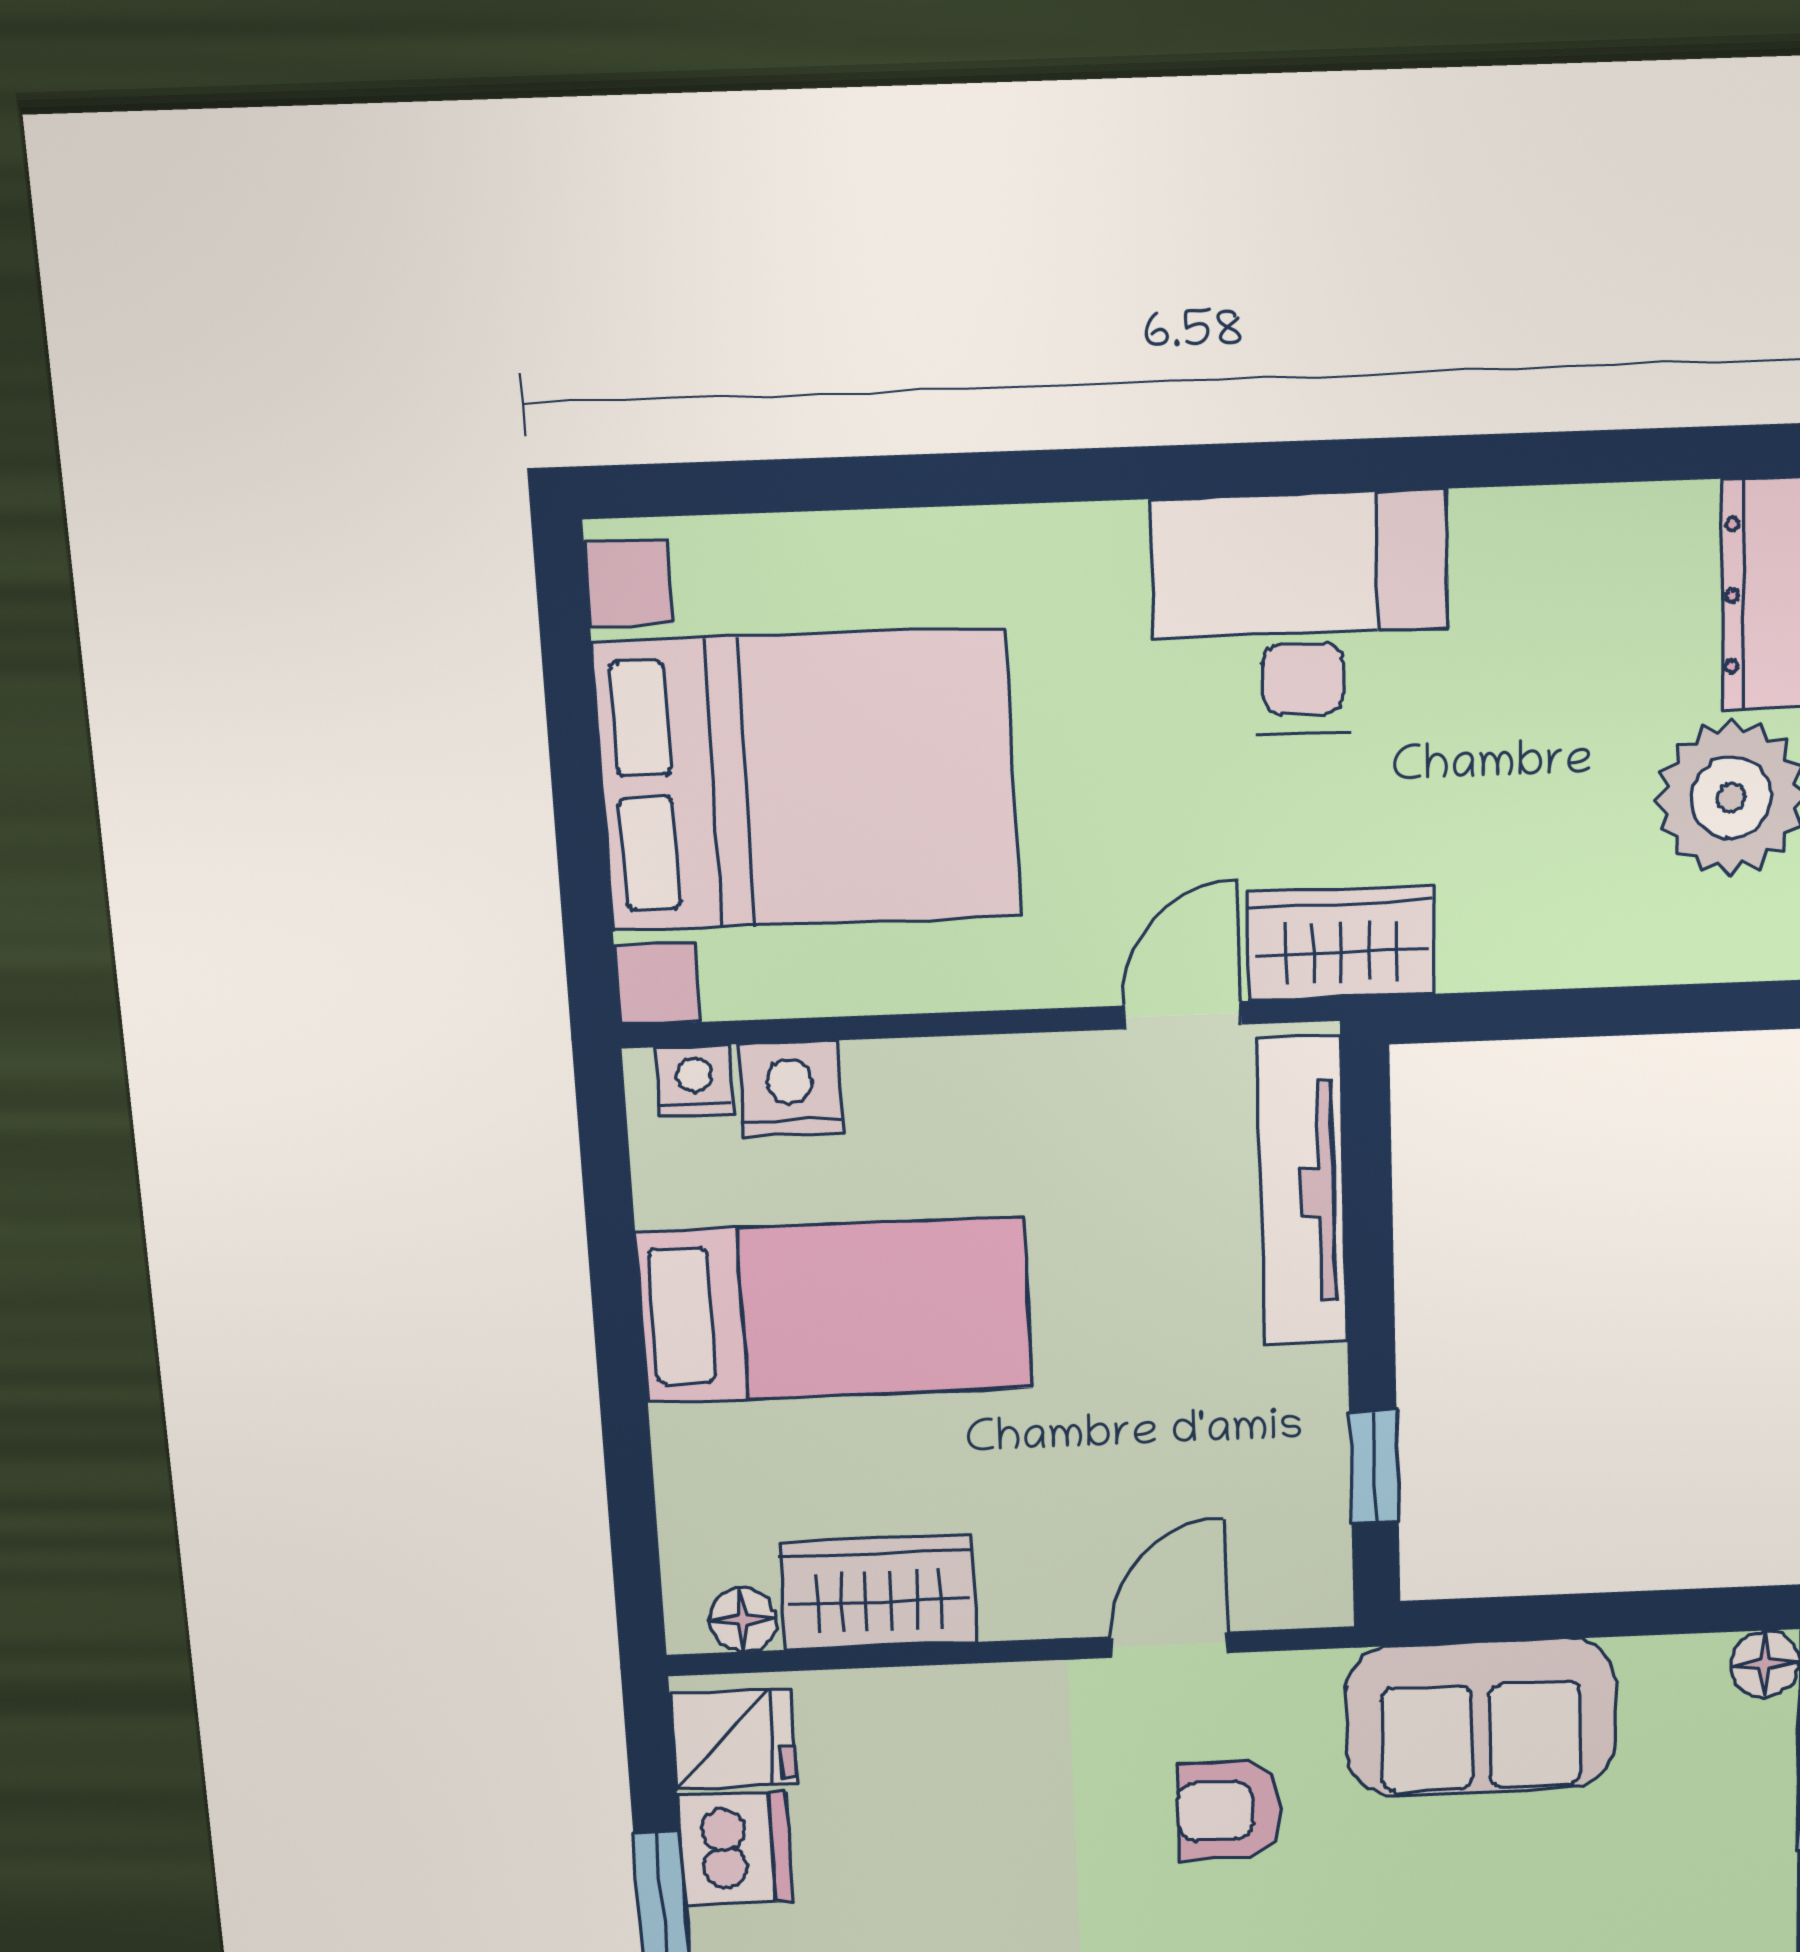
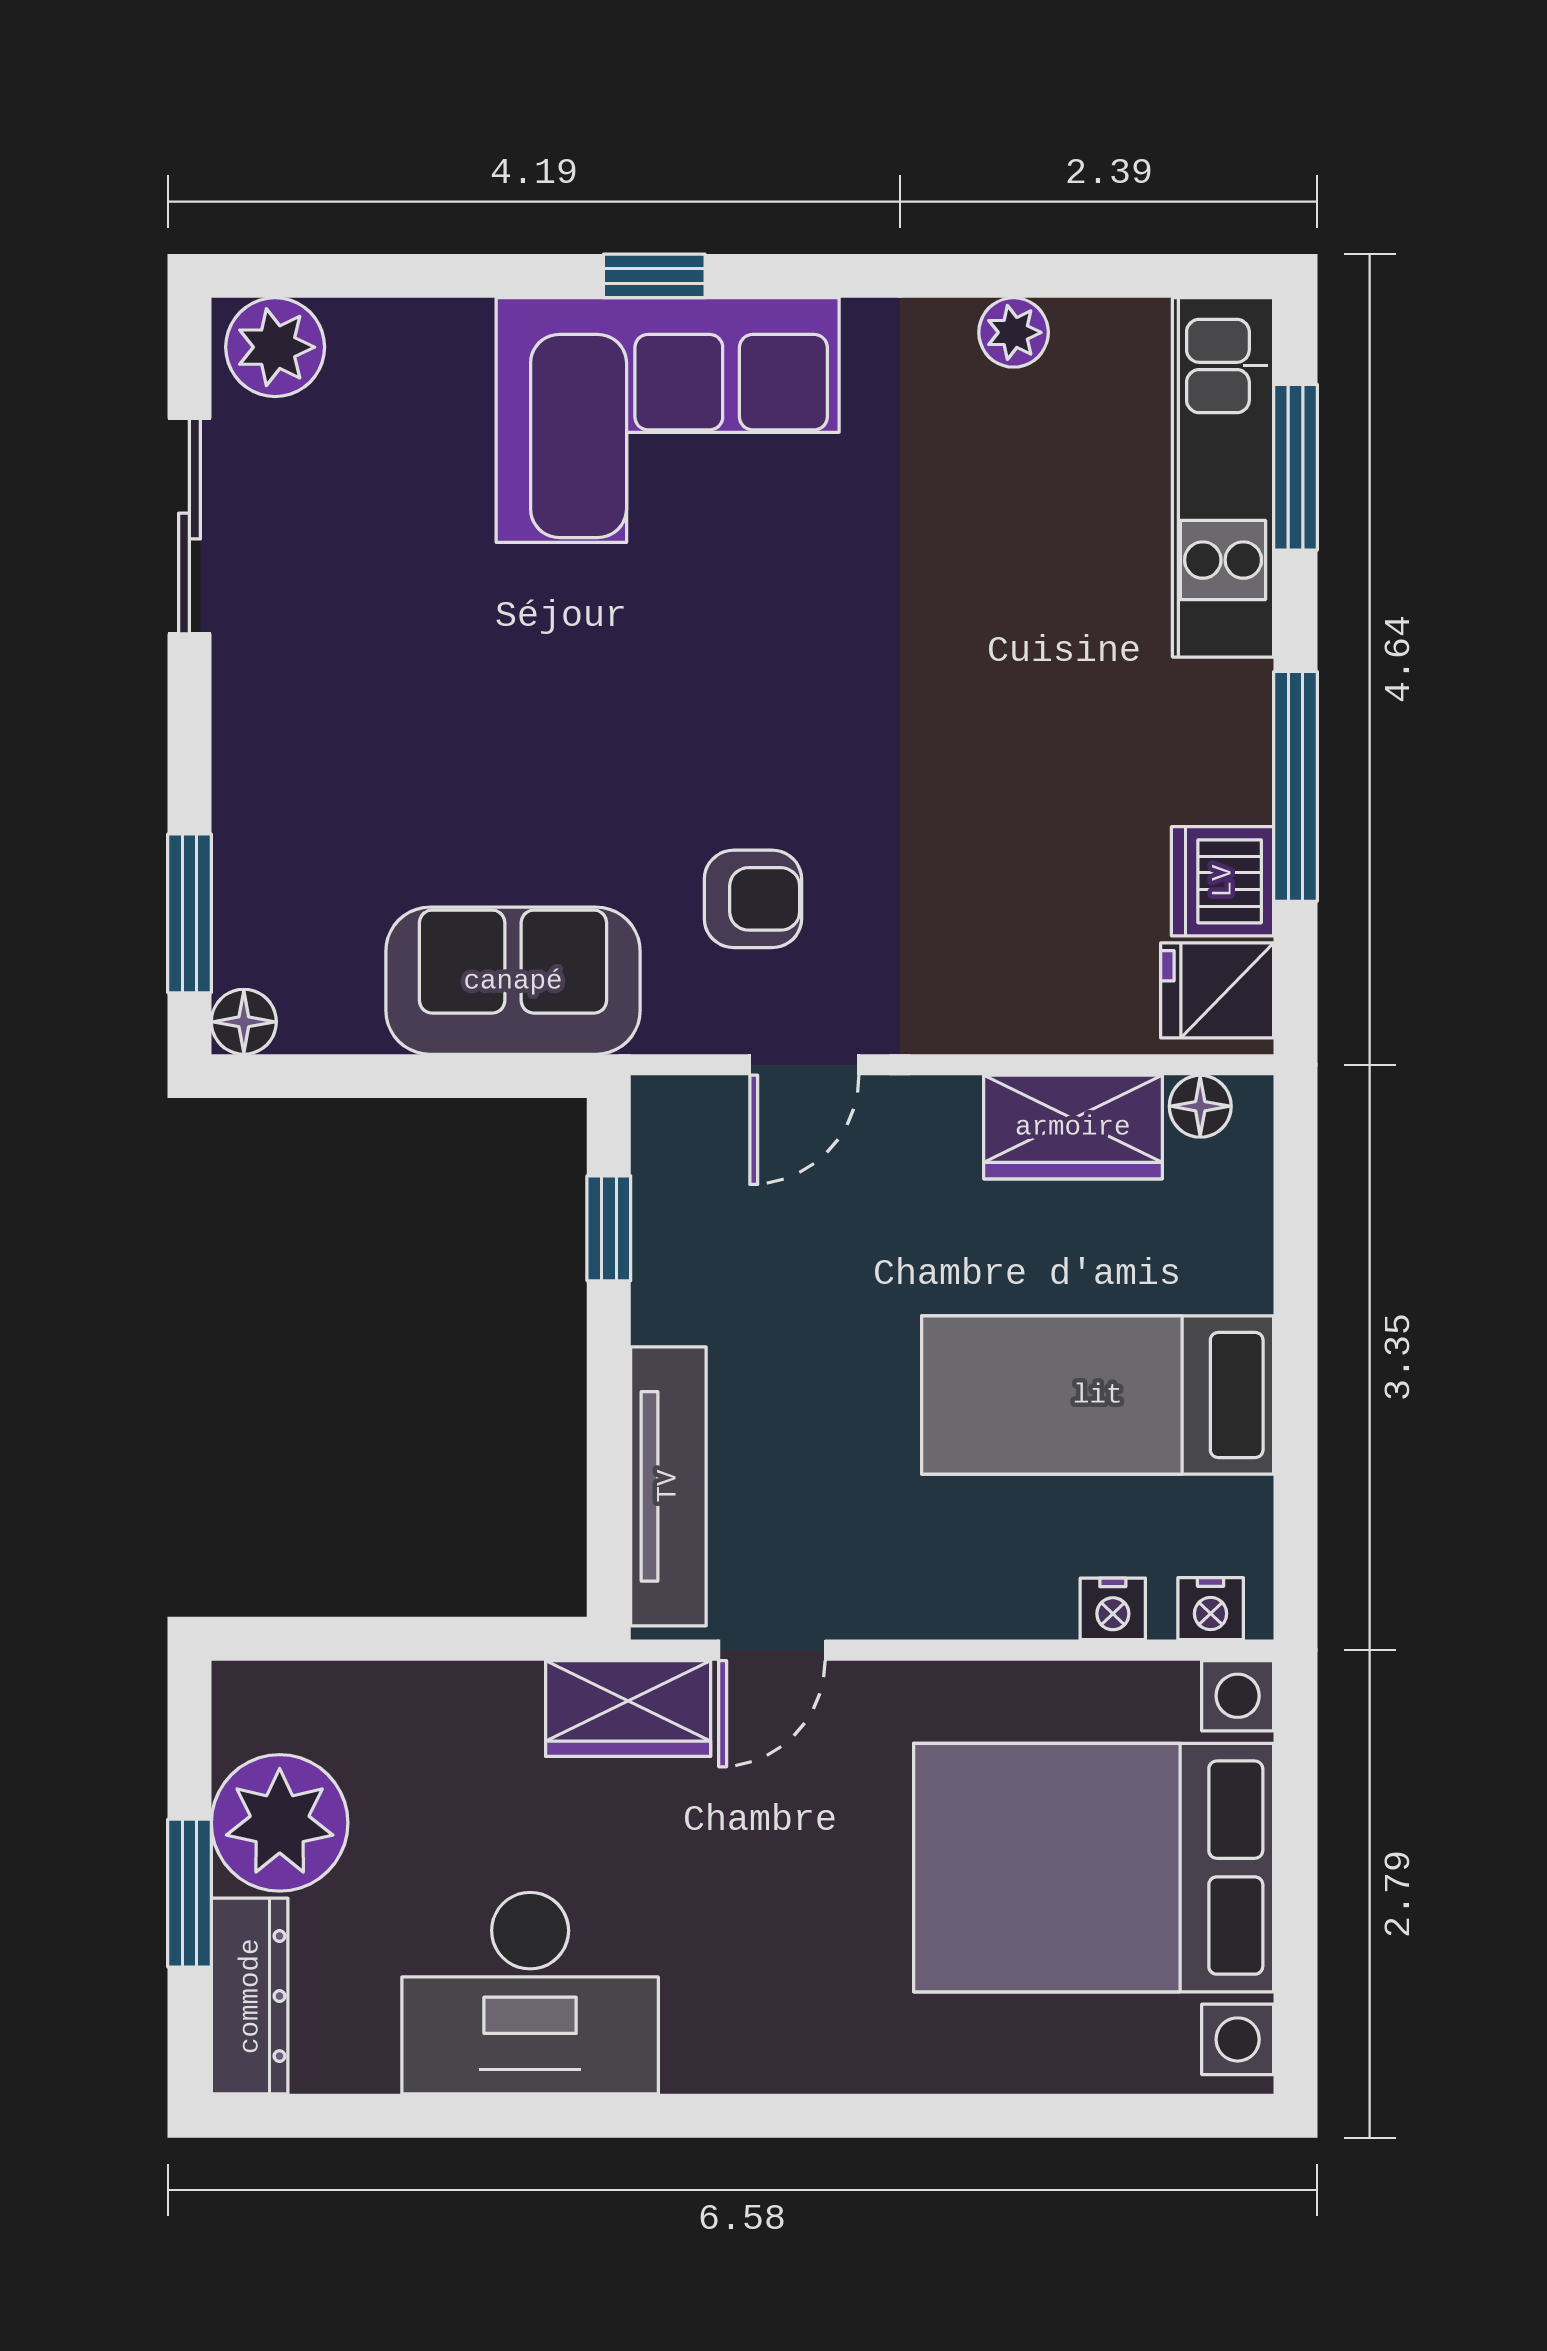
desk: (1301, 614) -> (530, 1993), moved
nightstand: (790, 1089) -> (1113, 1609), width x0.72, depth x0.74

